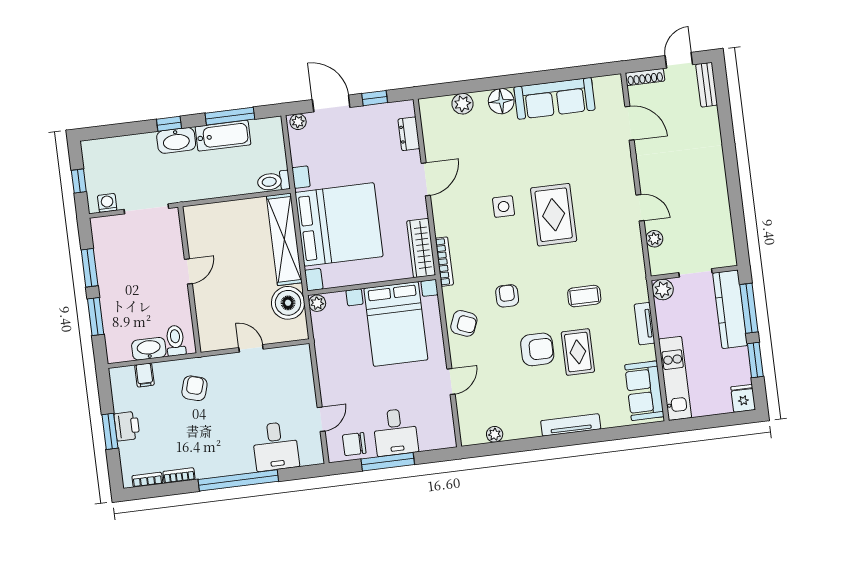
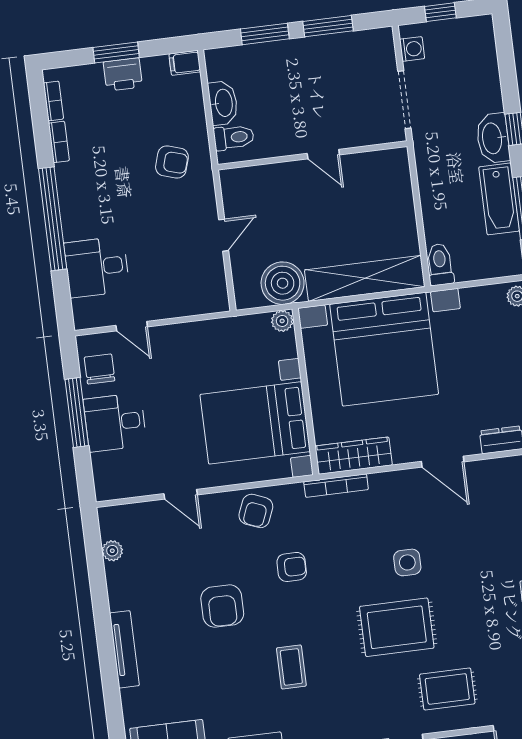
rug: (578, 352) -> (447, 689), moved
filing cabinet: (144, 375) -> (185, 63), moved

